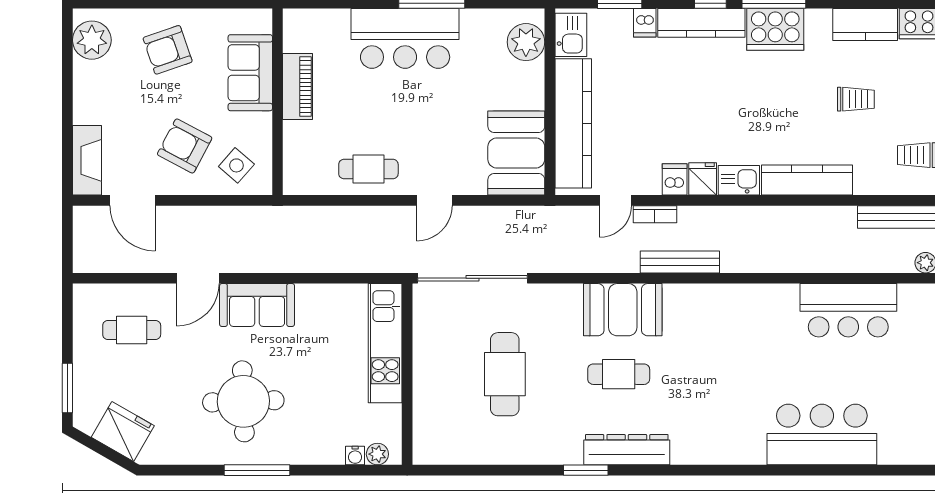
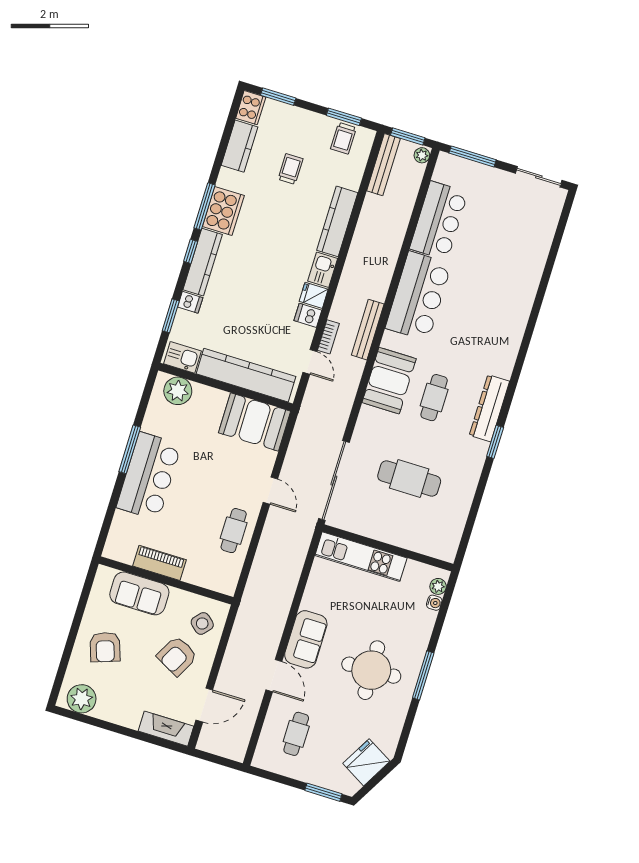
bar counter: (822, 435) -> (418, 296), moved, turned 180

